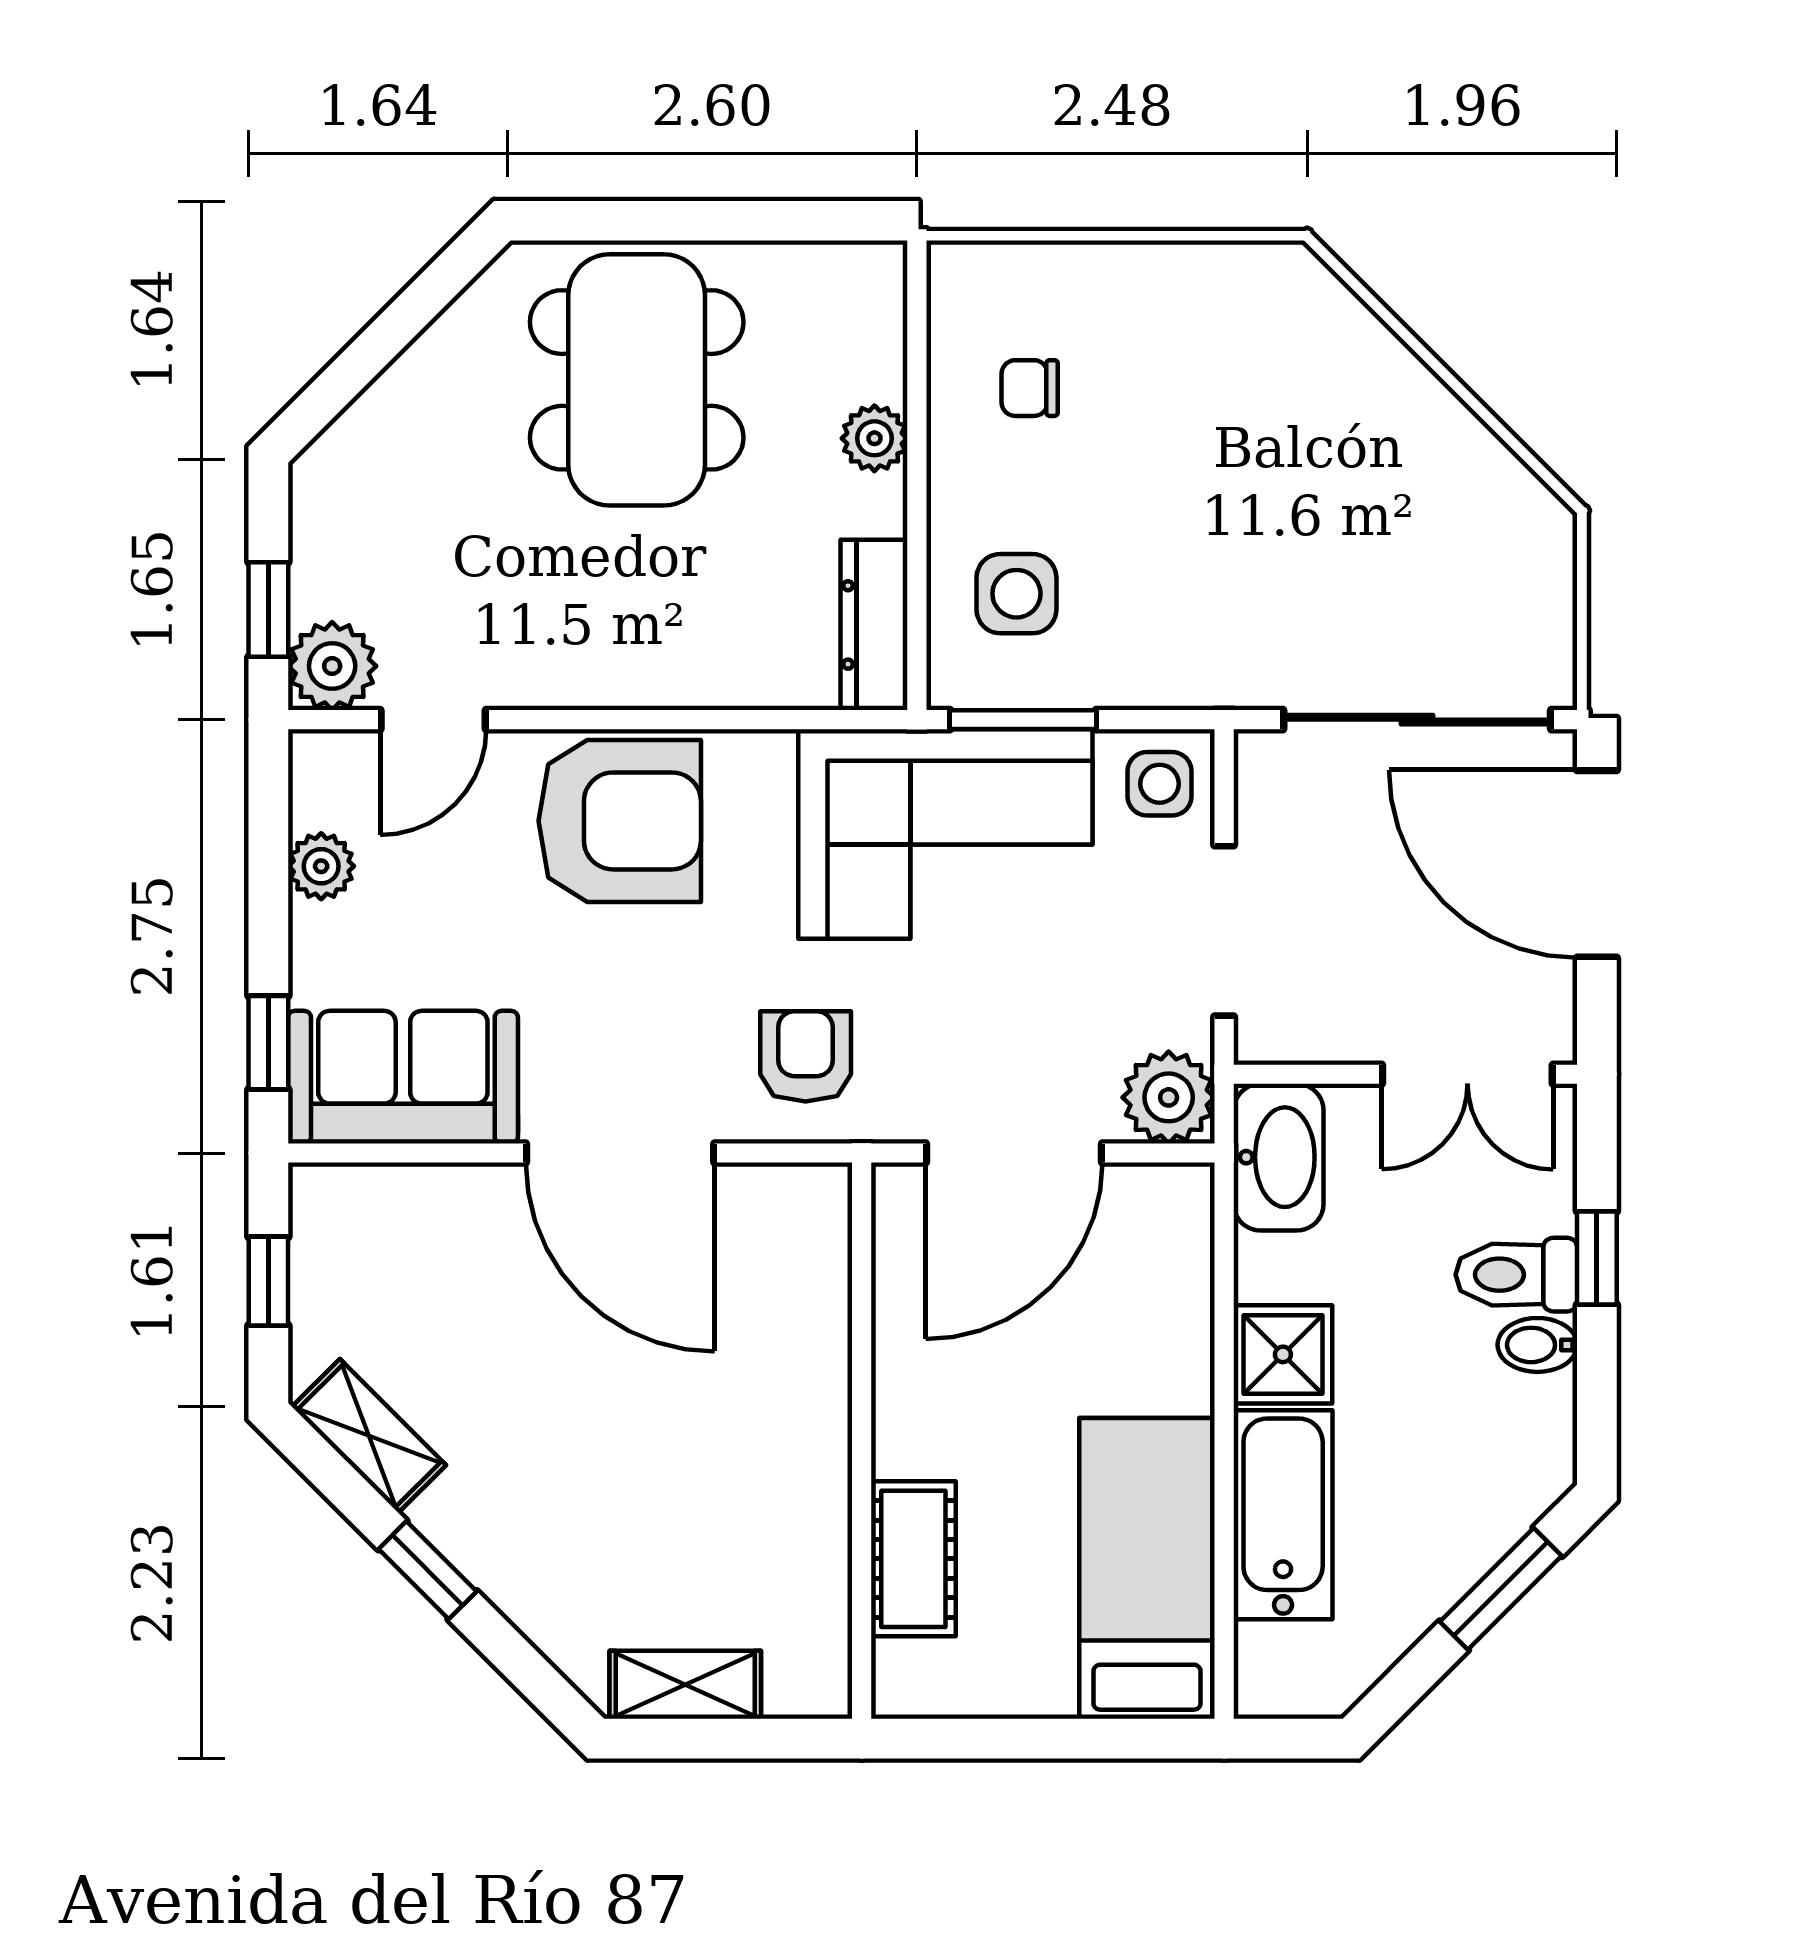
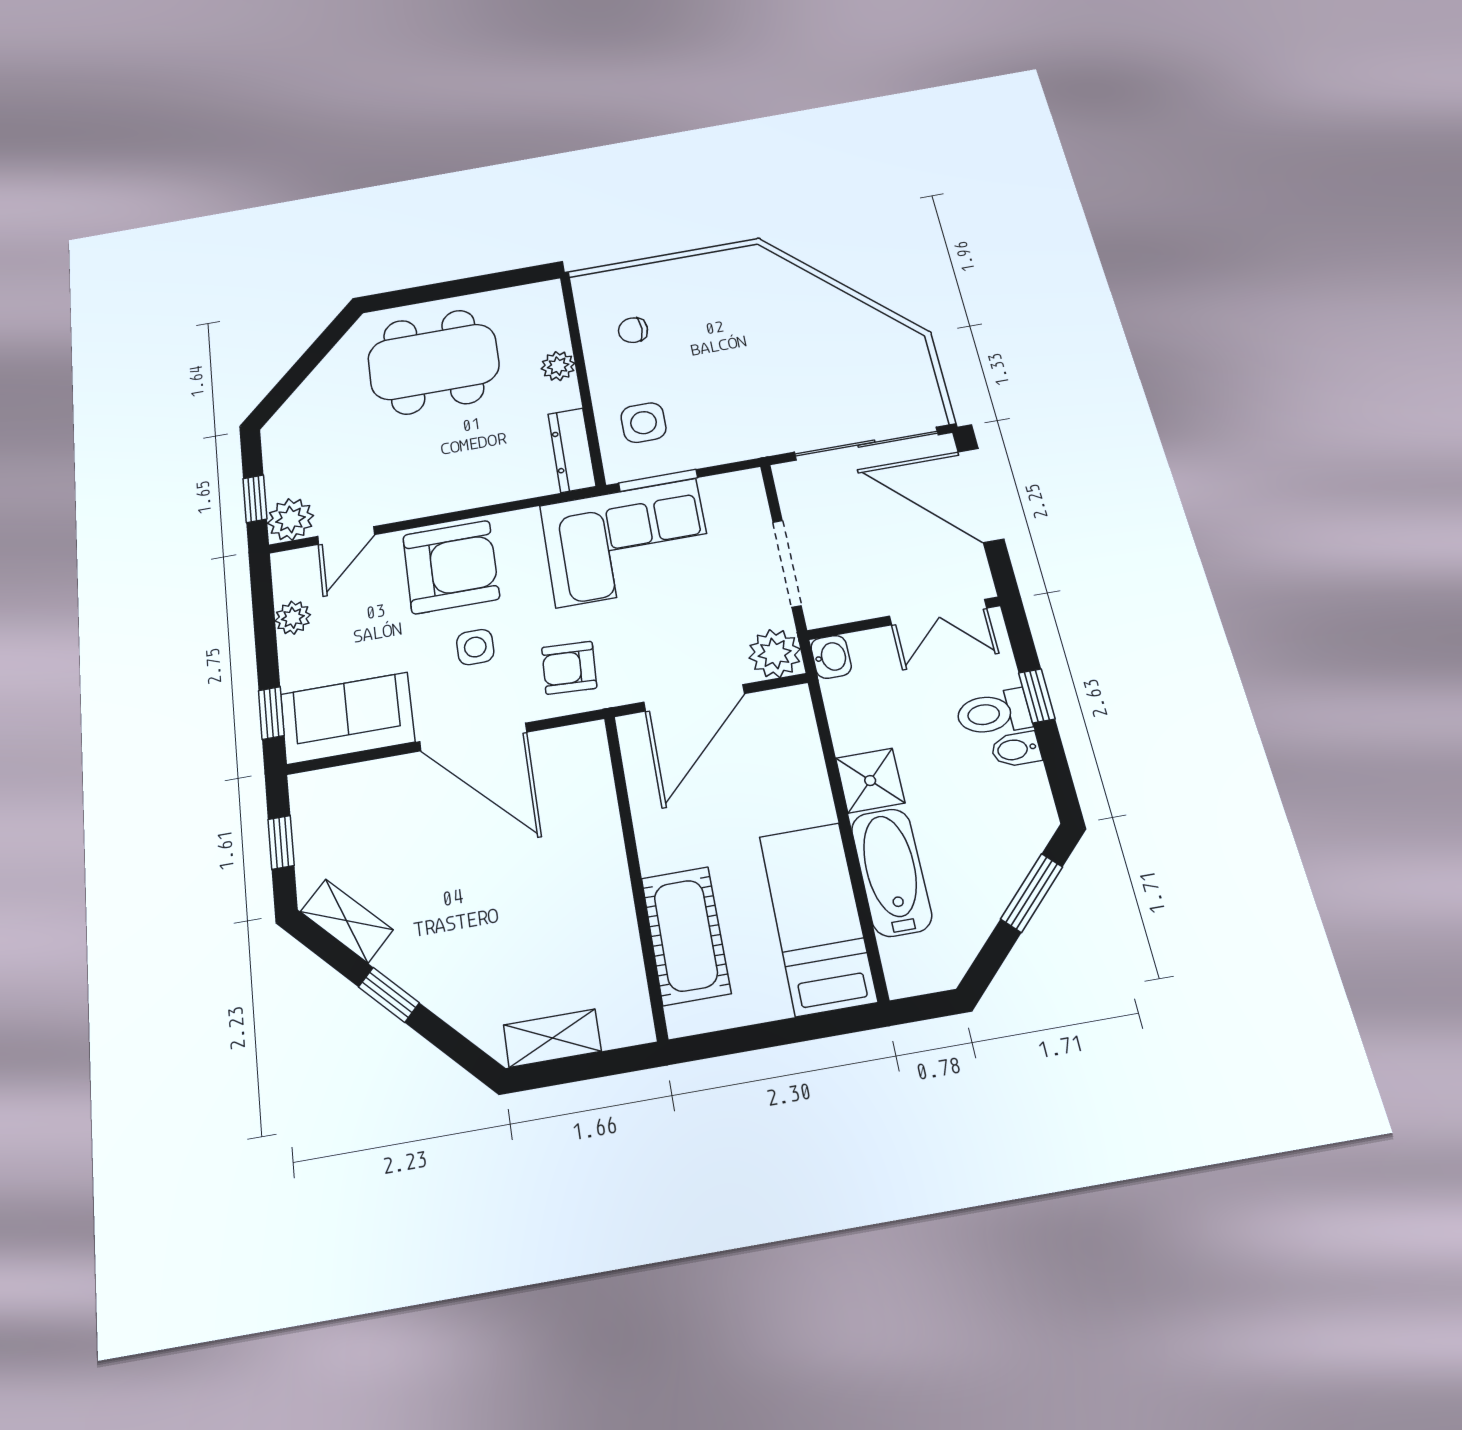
dining table: (637, 380) -> (433, 362), turned 90
side table: (1160, 784) -> (475, 647), moved
armchair: (806, 1056) -> (569, 668), turned -87
washbasin: (1279, 1157) -> (831, 657), width x0.52, depth x0.69
cot: (913, 1559) -> (686, 935), width x1.37, depth x1.34

